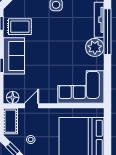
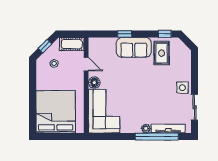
plant: (95, 47) -> (146, 128), width x0.53, depth x0.53
floor lamp: (13, 97) -> (94, 83), moved

